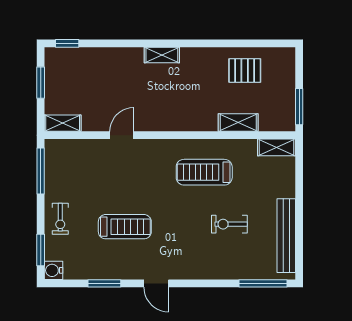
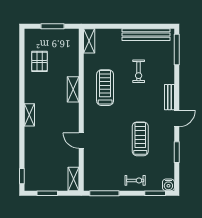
window: (299, 107) -> (53, 26), moved
shelving: (238, 123) -> (73, 89), moved
treadmill: (204, 172) -> (105, 88), turned 180
bench: (189, 272) -> (170, 97), added

